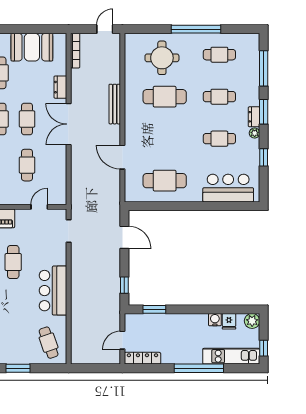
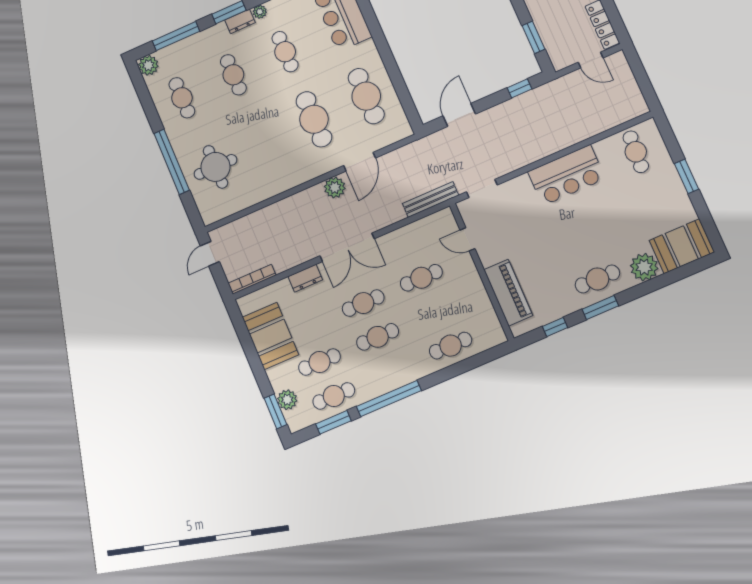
door: (105, 29) -> (210, 254), hinge flipped
window: (196, 29) -> (172, 162), moved
plant: (252, 41) -> (148, 65), added
cafe table: (165, 97) -> (314, 119), moved
bench: (115, 104) -> (431, 199), moved
plant: (112, 133) -> (335, 187), added
cafe table: (13, 262) -> (552, 242), removed
cafe table: (49, 343) -> (636, 152), turned -67

